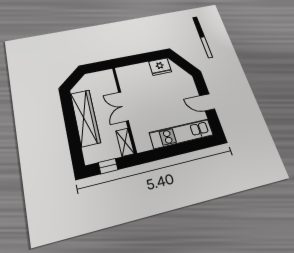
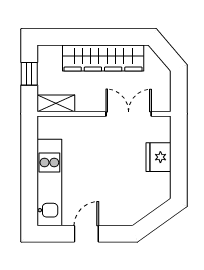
fridge: (160, 67) -> (158, 157), moved
double door: (123, 106) -> (129, 114), moved

